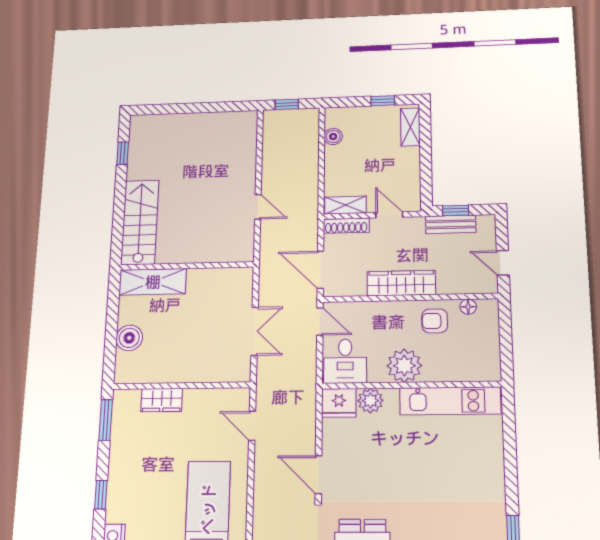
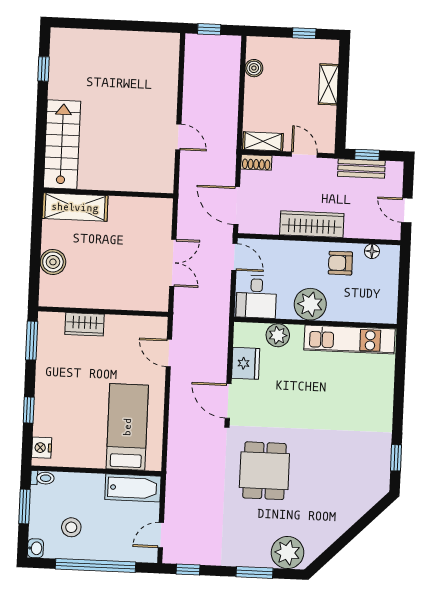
shelving: (410, 127) -> (328, 84), moved
shoe rack: (346, 226) -> (256, 162), width x0.70
fridge: (339, 403) -> (246, 363), moved, turned -90

